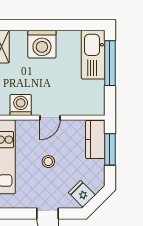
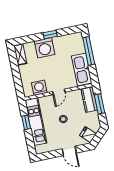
window: (55, 25) -> (50, 35), added
kitchen sink: (93, 55) -> (82, 69), moved

